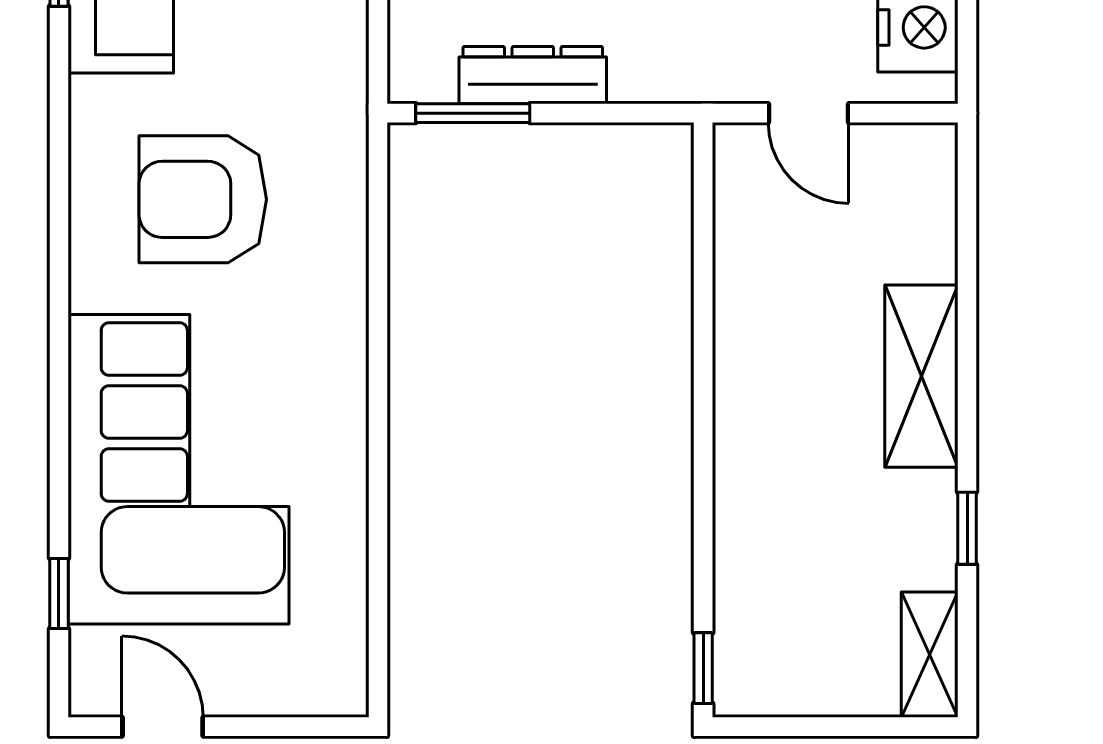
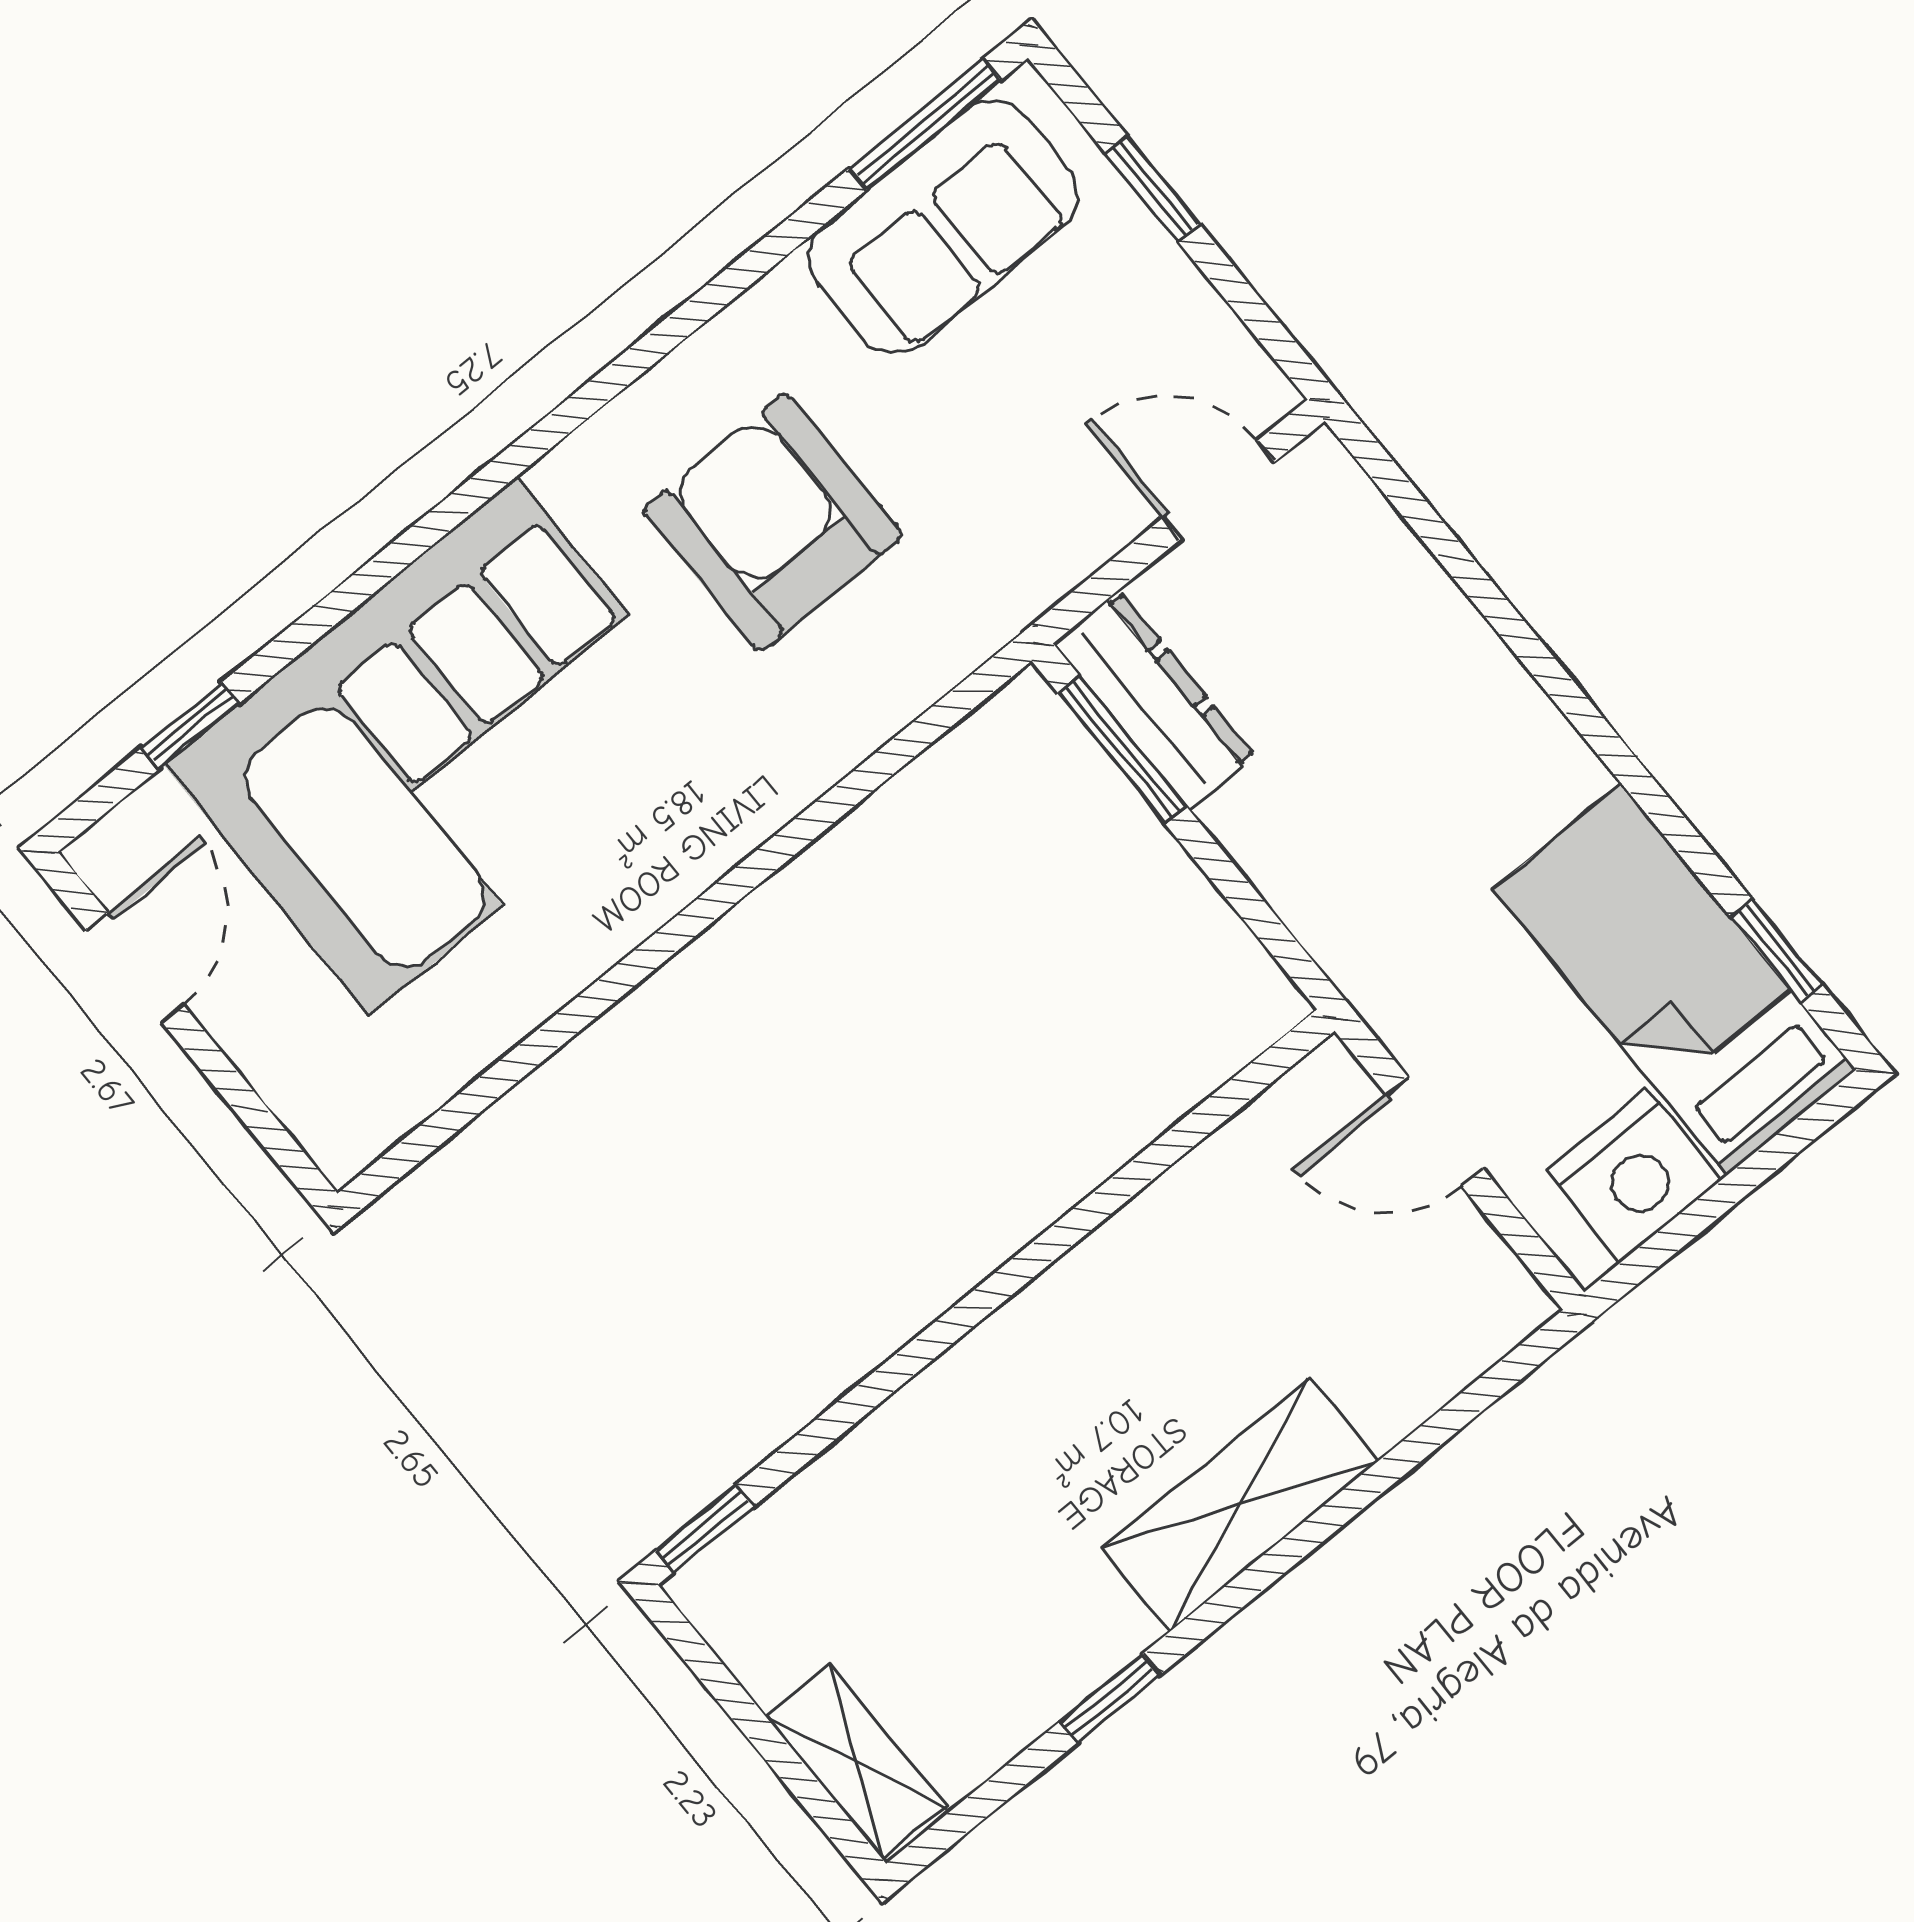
dresser: (533, 75) -> (1154, 700), moved
door: (808, 113) -> (1435, 1131), hinge flipped
shelving: (930, 655) -> (856, 1762), moved, turned 90

